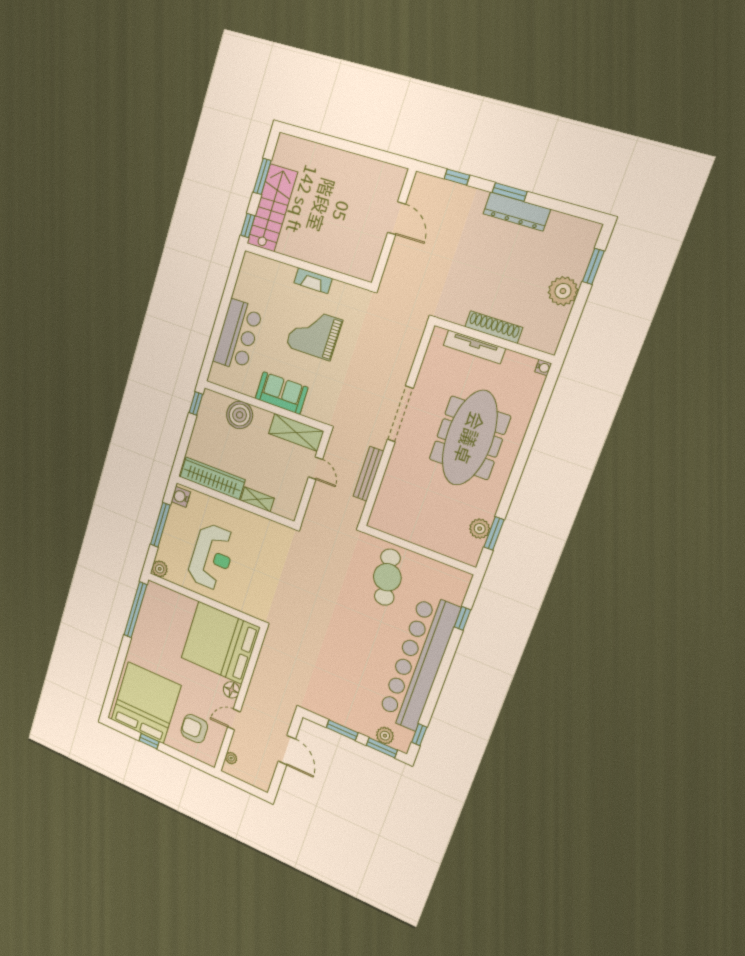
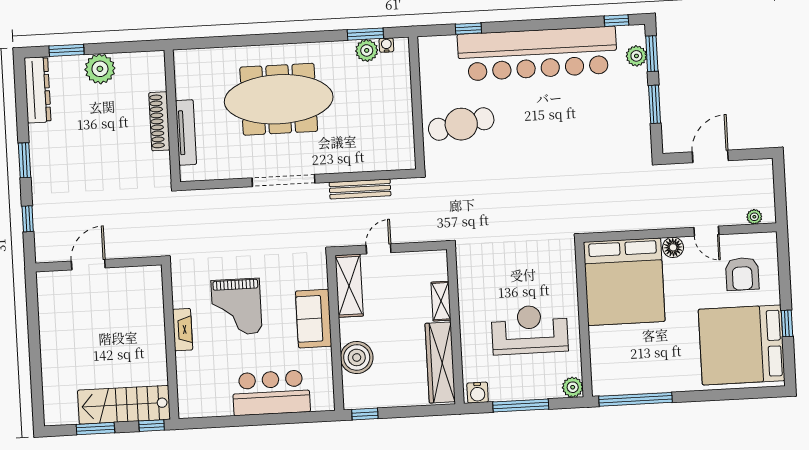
dresser: (517, 211) -> (38, 90), moved
water cooler: (543, 368) -> (386, 45), moved

